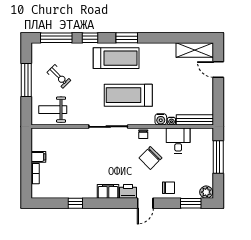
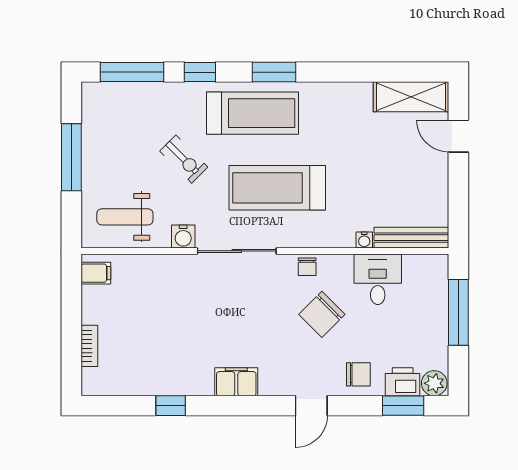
exercise bike: (59, 76) -> (184, 159), moved
water cooler: (161, 119) -> (183, 236), moved
filing cabinet: (38, 157) -> (96, 273), moved
printer: (128, 191) -> (403, 382), moved

